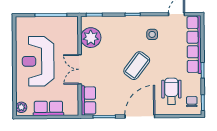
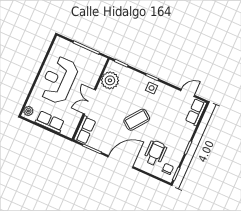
side table: (152, 34) -> (152, 88), moved
row of seats: (194, 44) -> (196, 112), width x0.50

